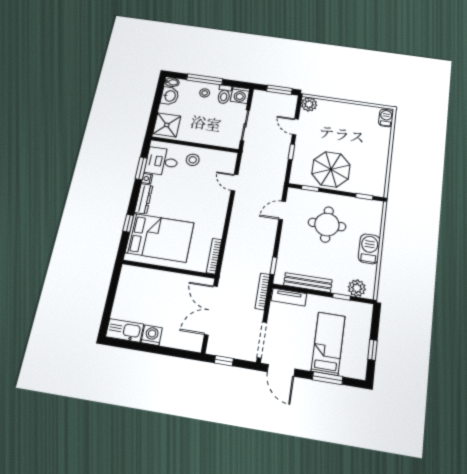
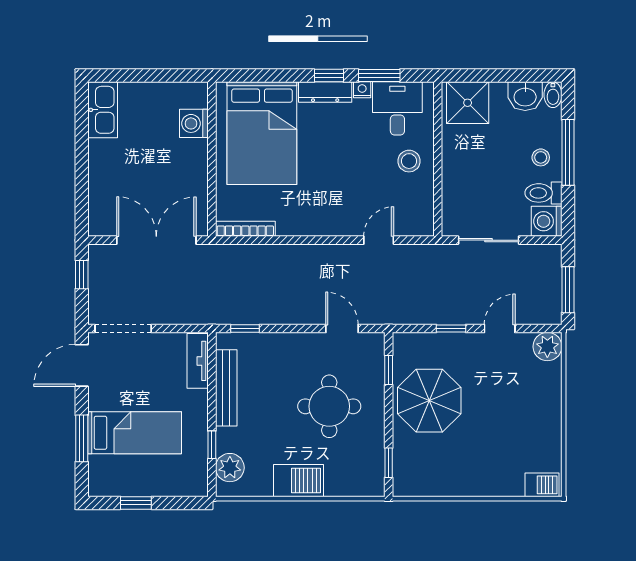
window: (128, 223) -> (329, 76), moved
bookcase: (263, 291) -> (200, 317), removed
washing machine: (152, 335) -> (194, 123), moved, turned 180

